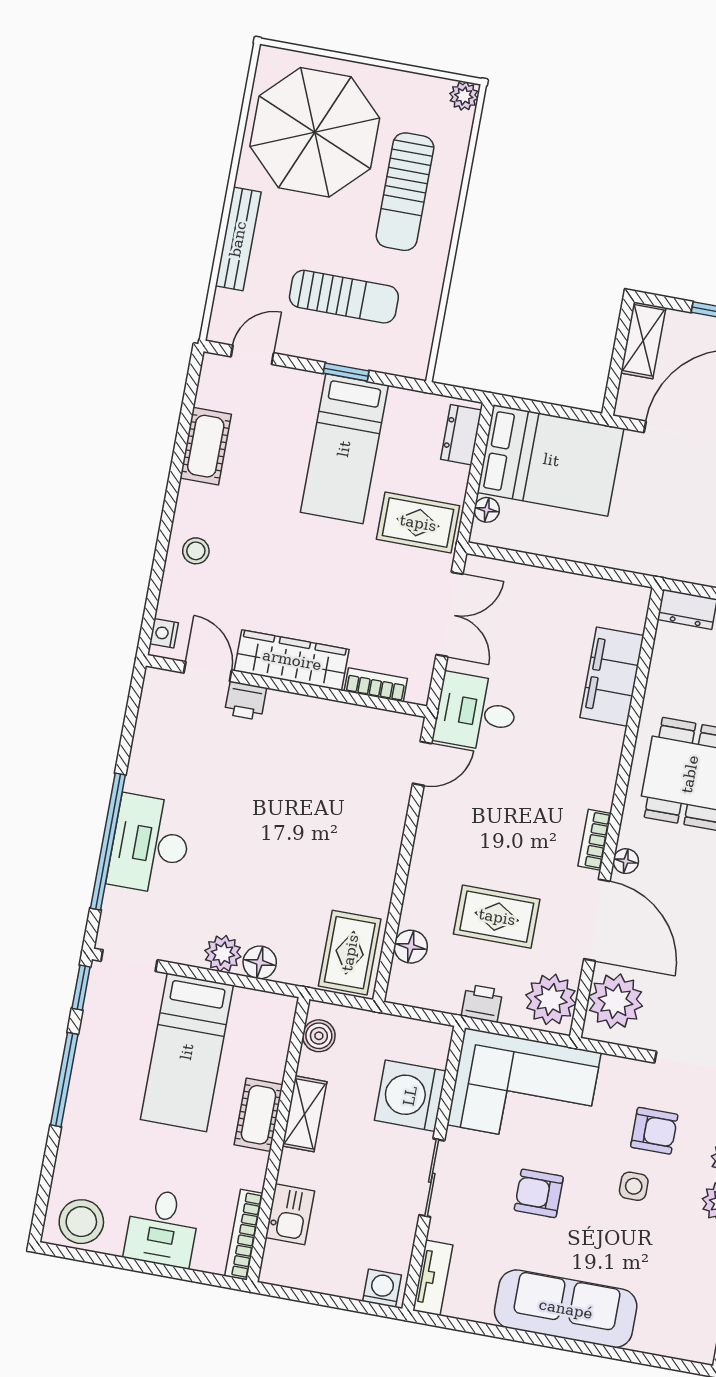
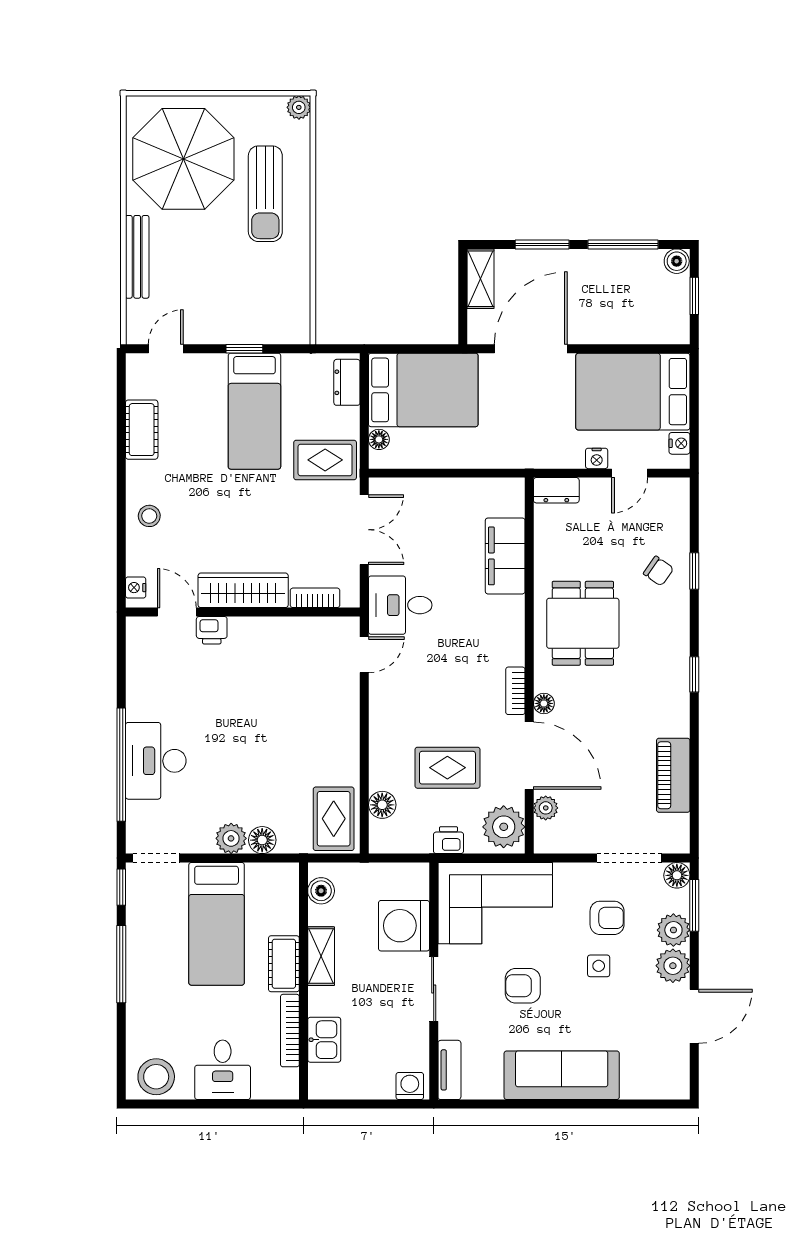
sun lounger: (344, 297) -> (231, 288), removed
plant: (615, 1001) -> (546, 808), width x0.53, depth x0.53
bookcase: (244, 1235) -> (290, 1031), moved

